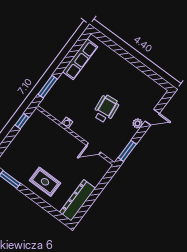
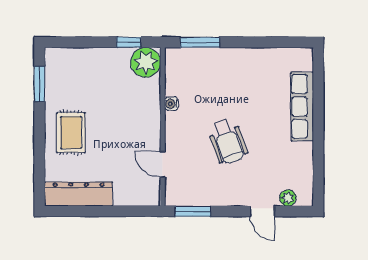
row of seats: (80, 59) -> (302, 106), moved, turned 90
wheelchair: (106, 109) -> (228, 141), turned 76
plant: (38, 120) -> (146, 62), added
plant: (138, 123) -> (288, 198), moved

